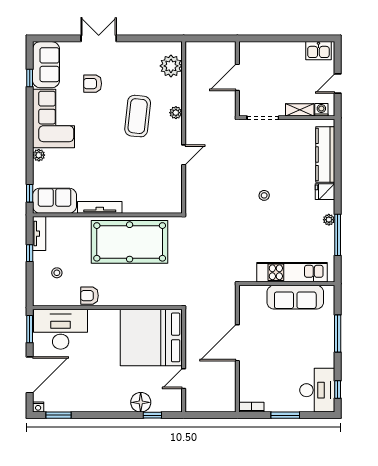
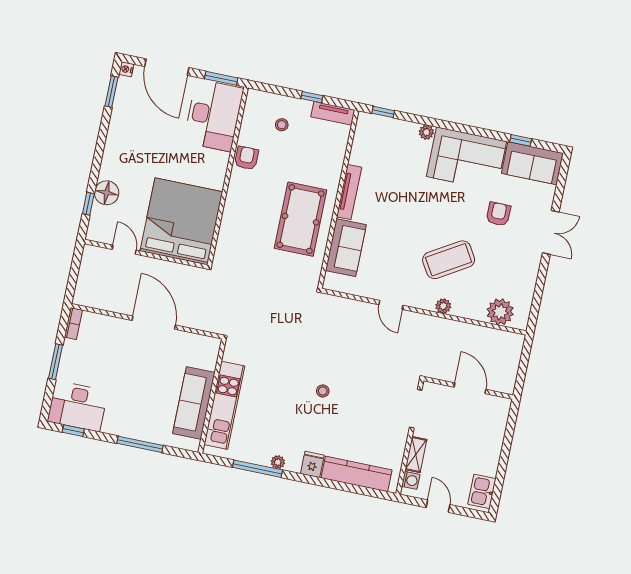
coffee table: (138, 116) -> (449, 260), turned -37
sofa: (54, 201) -> (346, 248), moved
pool table: (130, 242) -> (301, 219), width x0.73, depth x0.76

